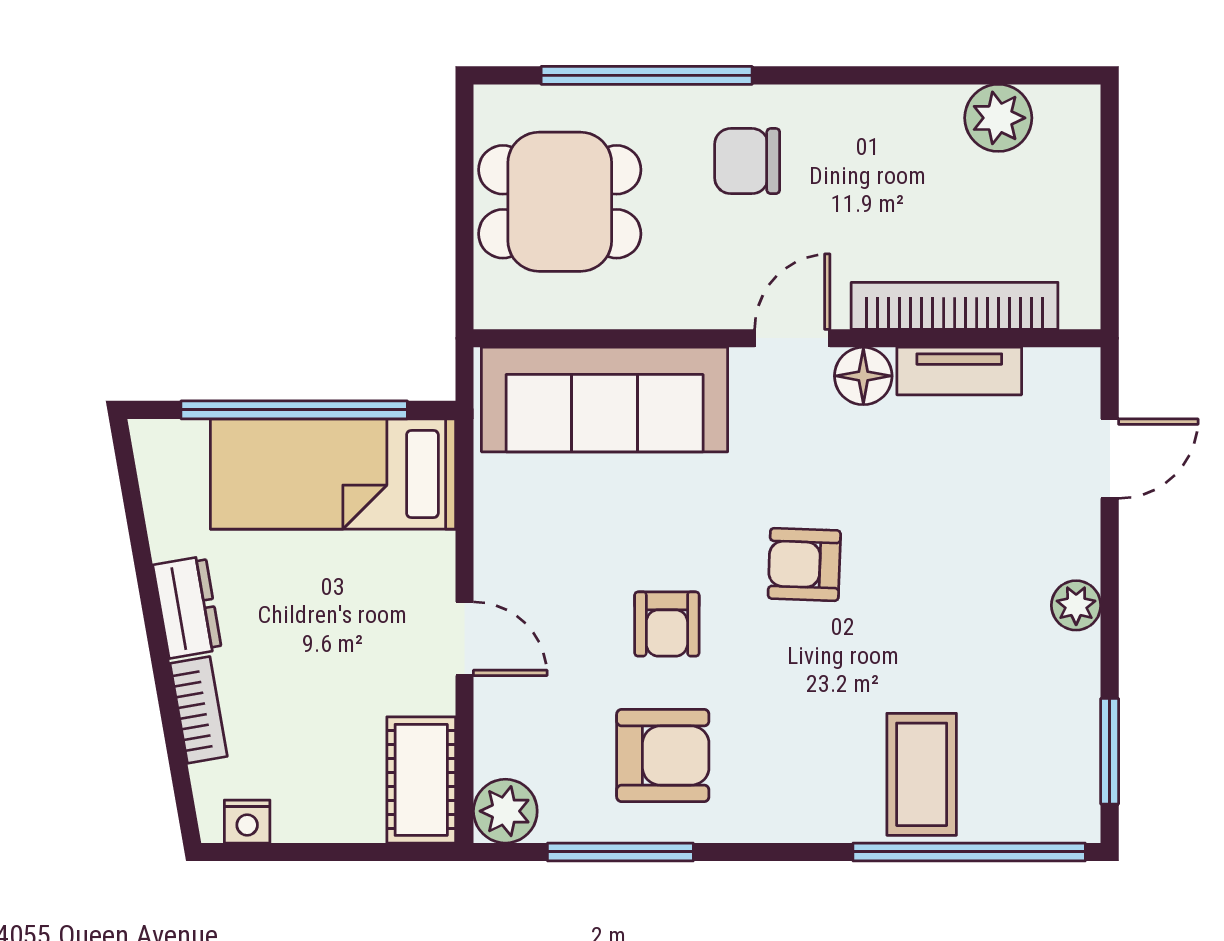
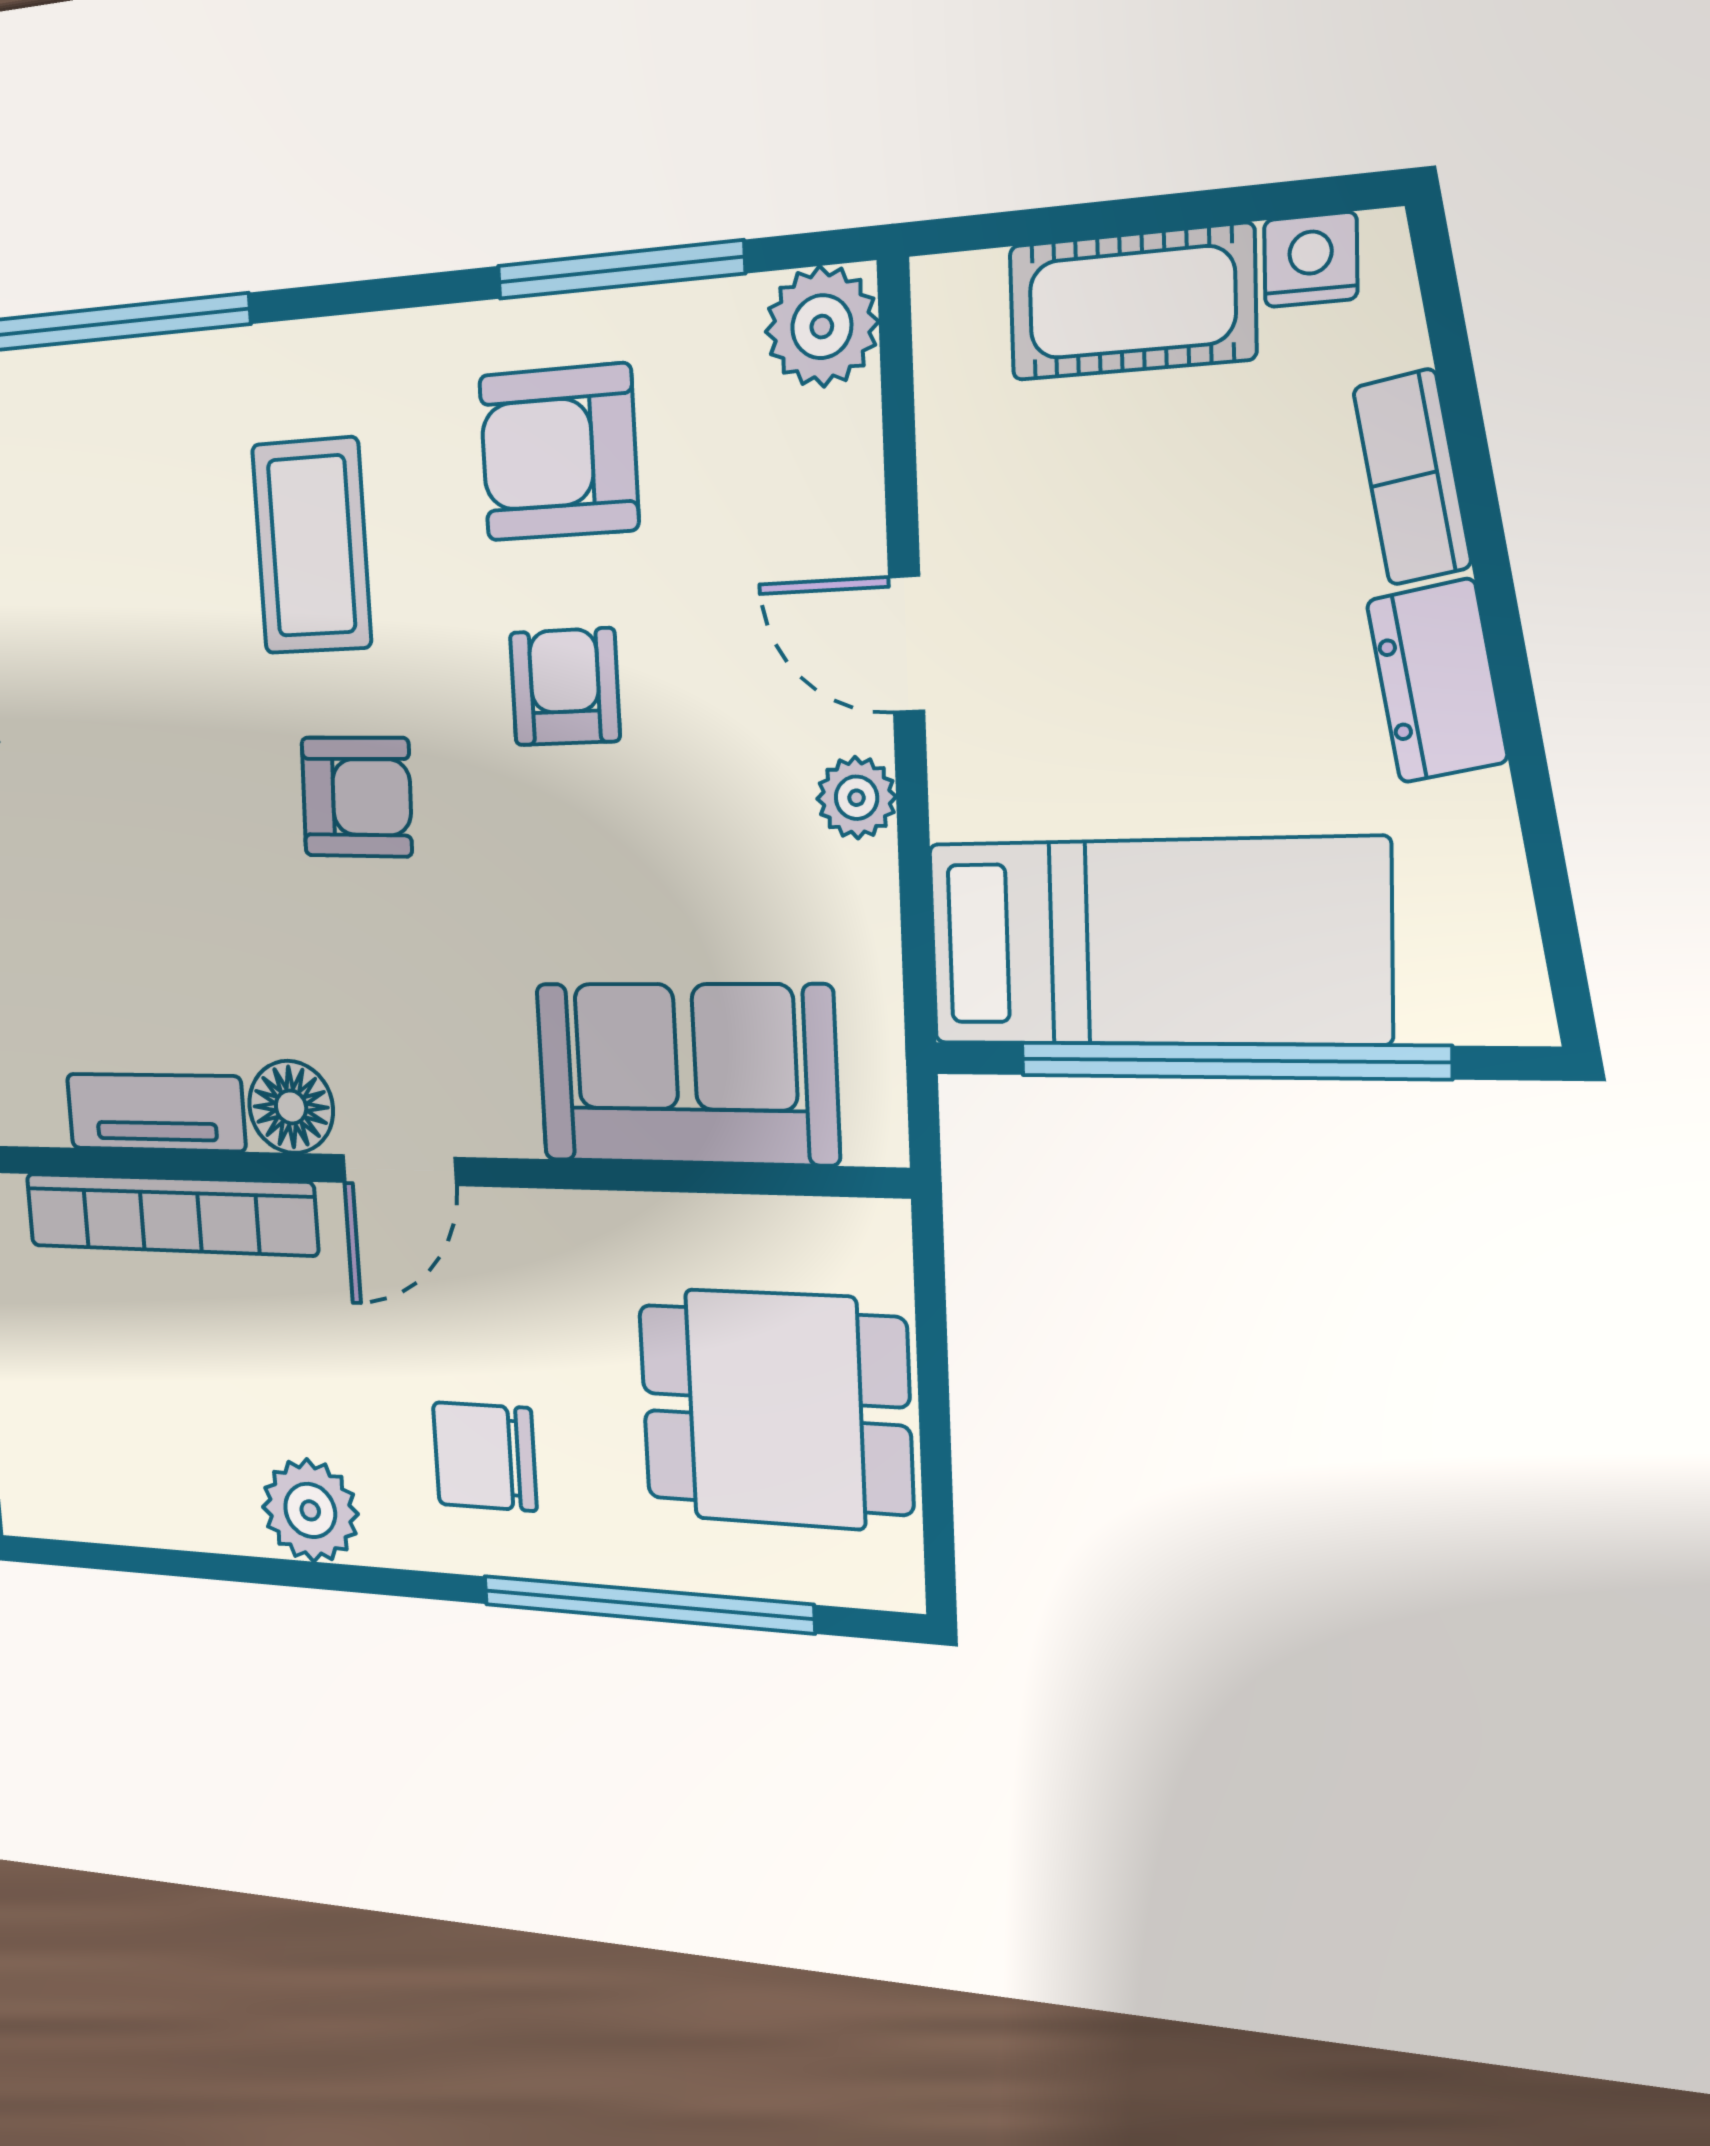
plant: (998, 118) -> (310, 1510), moved
chair: (747, 161) -> (485, 1457), turned 180
sofa: (605, 400) -> (686, 1074), width x0.73
plant: (496, 556) -> (857, 798), added
coffee table: (922, 774) -> (312, 546), moved
cot: (421, 780) -> (1132, 302), moved, turned 90

